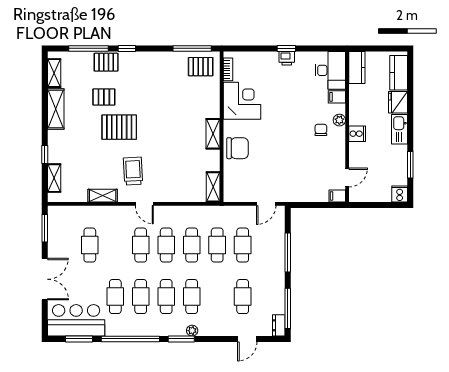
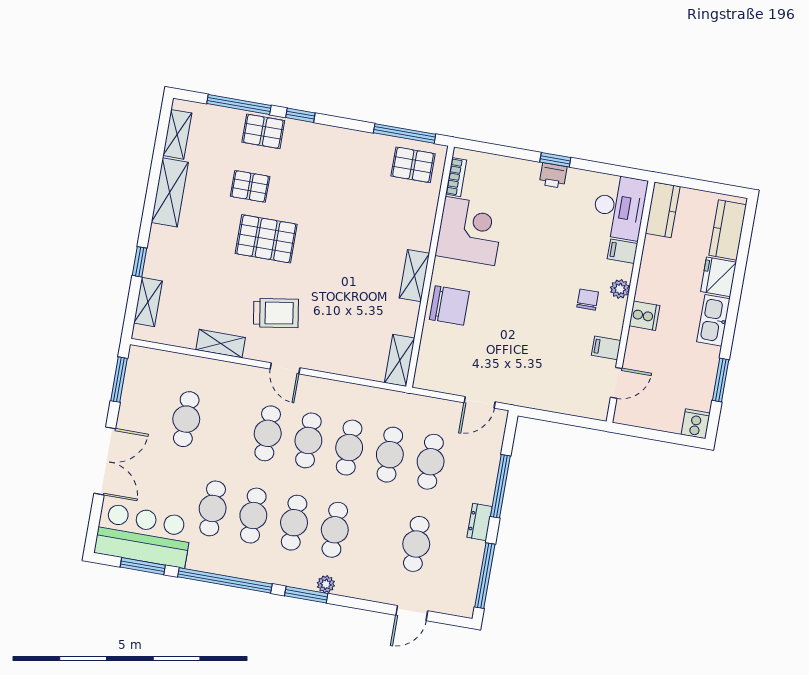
trolley: (133, 171) -> (276, 313), turned 84
filing cabinet: (337, 196) -> (606, 348), moved
dresser: (279, 325) -> (479, 522), moved

